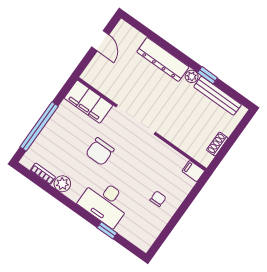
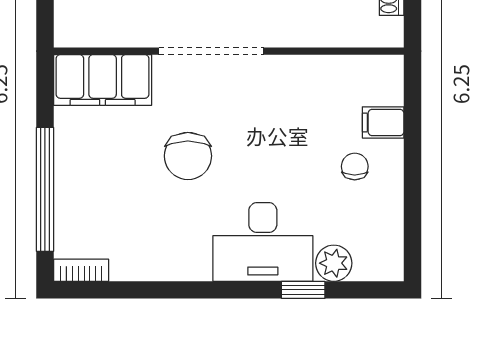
filing cabinet: (193, 171) -> (383, 122), moved
bookcase: (43, 174) -> (81, 270), moved
plant: (62, 184) -> (334, 263), moved

